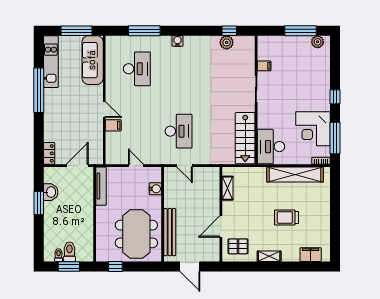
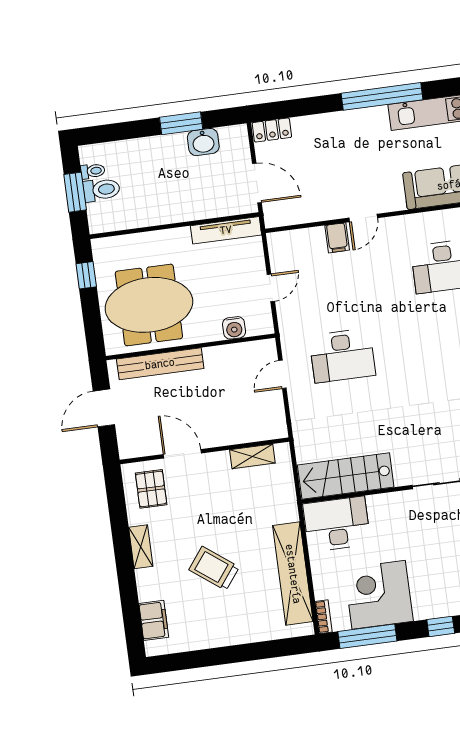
trolley: (286, 217) -> (214, 568), turned -53

